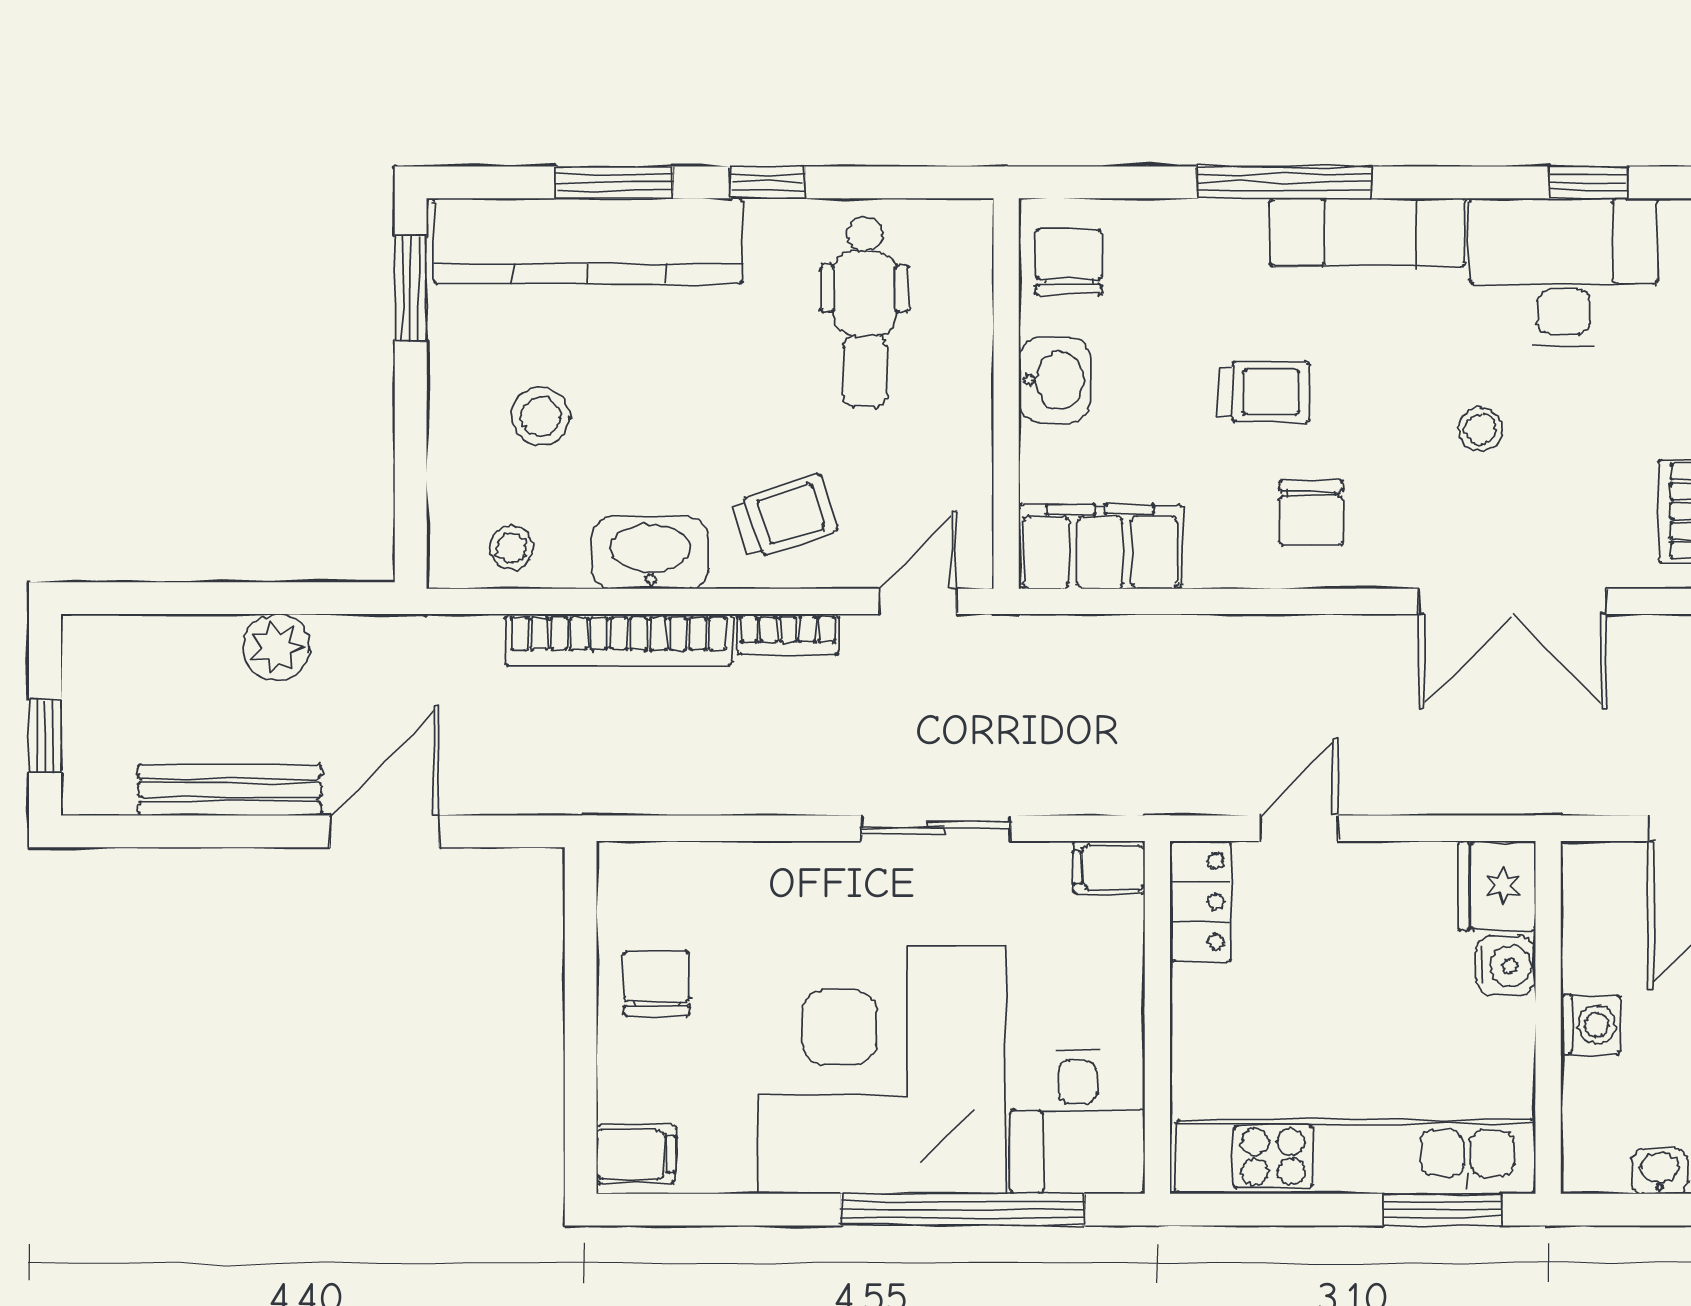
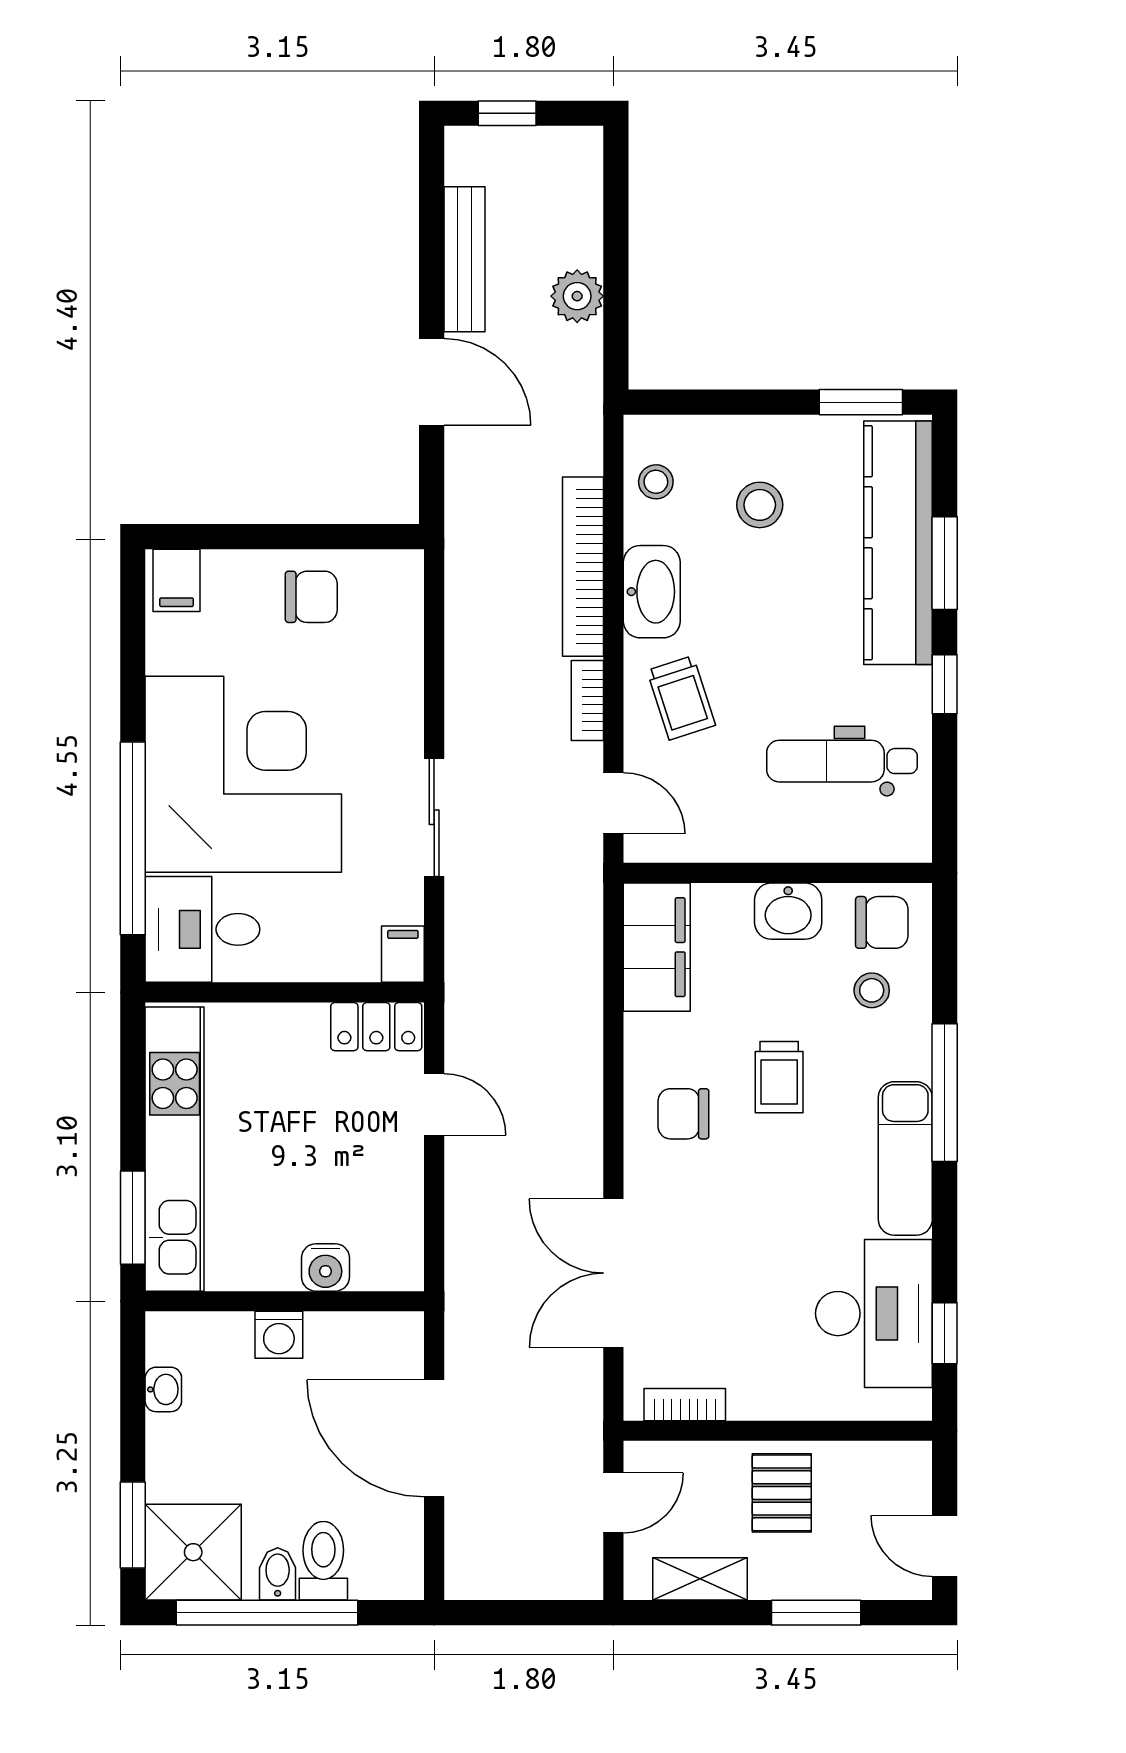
stool: (1480, 429) -> (872, 990), moved
fridge: (1497, 886) -> (389, 1261), removed

